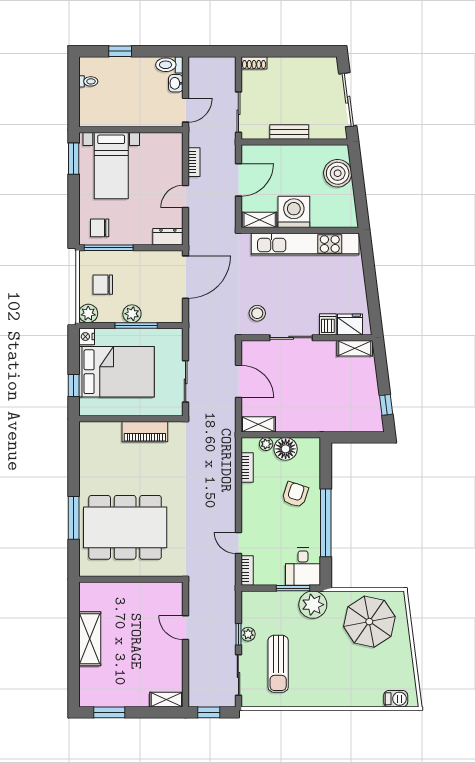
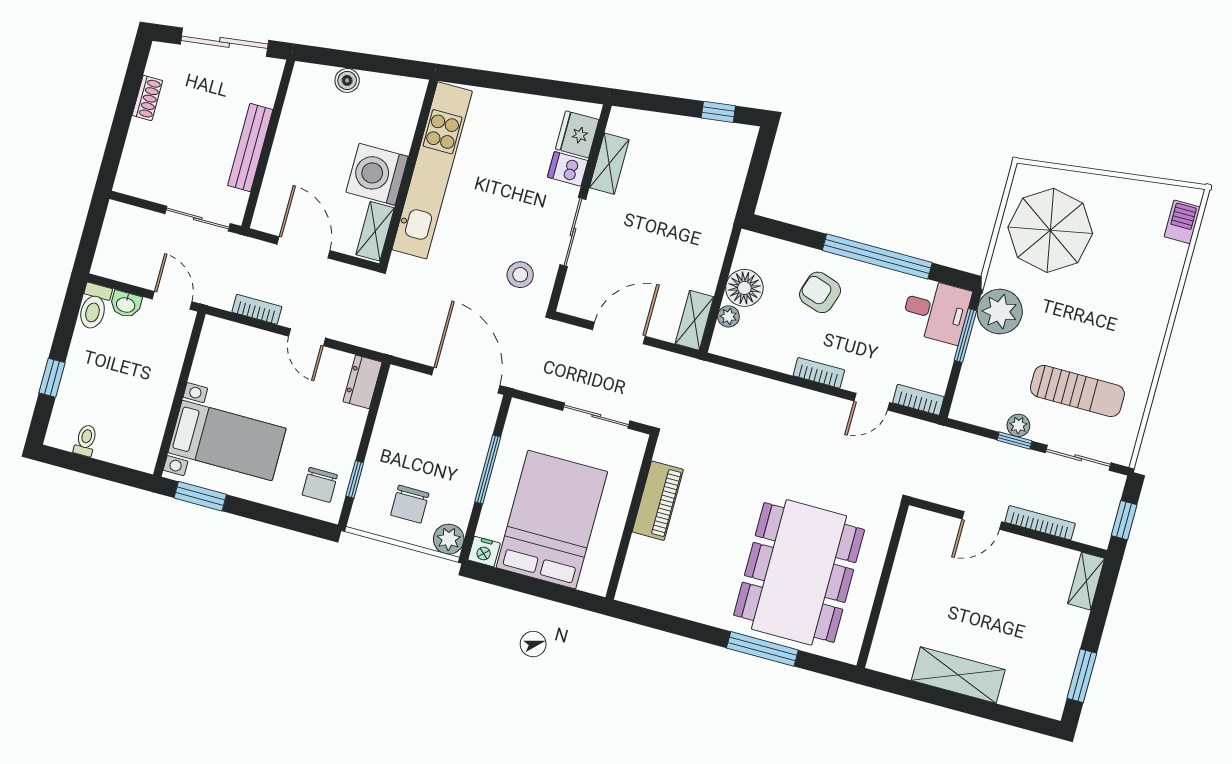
shoe rack: (254, 63) -> (147, 98), moved
bench: (289, 132) -> (250, 148), width x1.36
boiler: (338, 173) -> (347, 80), width x0.54, depth x0.54
window: (109, 248) -> (355, 479), width x0.46
door: (186, 277) -> (466, 380), moved
plant: (132, 314) -> (468, 471), removed
shelving: (355, 348) -> (609, 164), moved
window: (74, 386) -> (555, 593), removed
bookcase: (247, 468) -> (819, 373), moved
bookcase: (194, 663) -> (1040, 523), added

